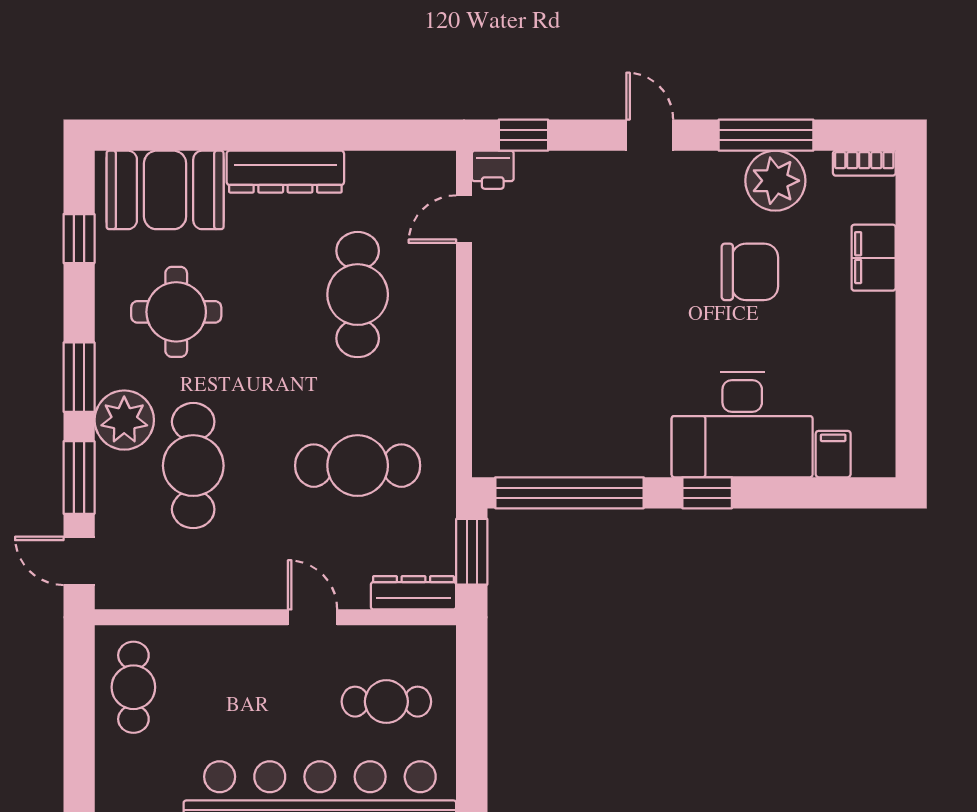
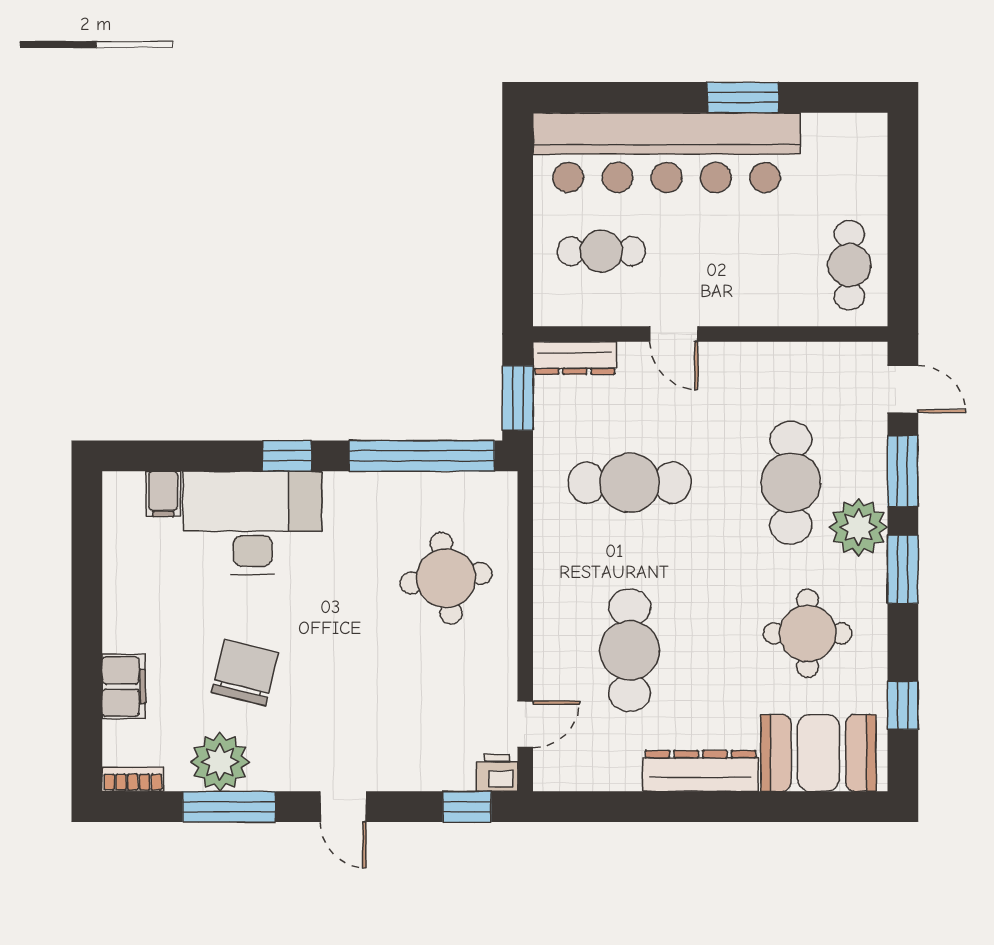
chair: (750, 272) -> (245, 673), turned 104
round table: (545, 368) -> (446, 578), added

